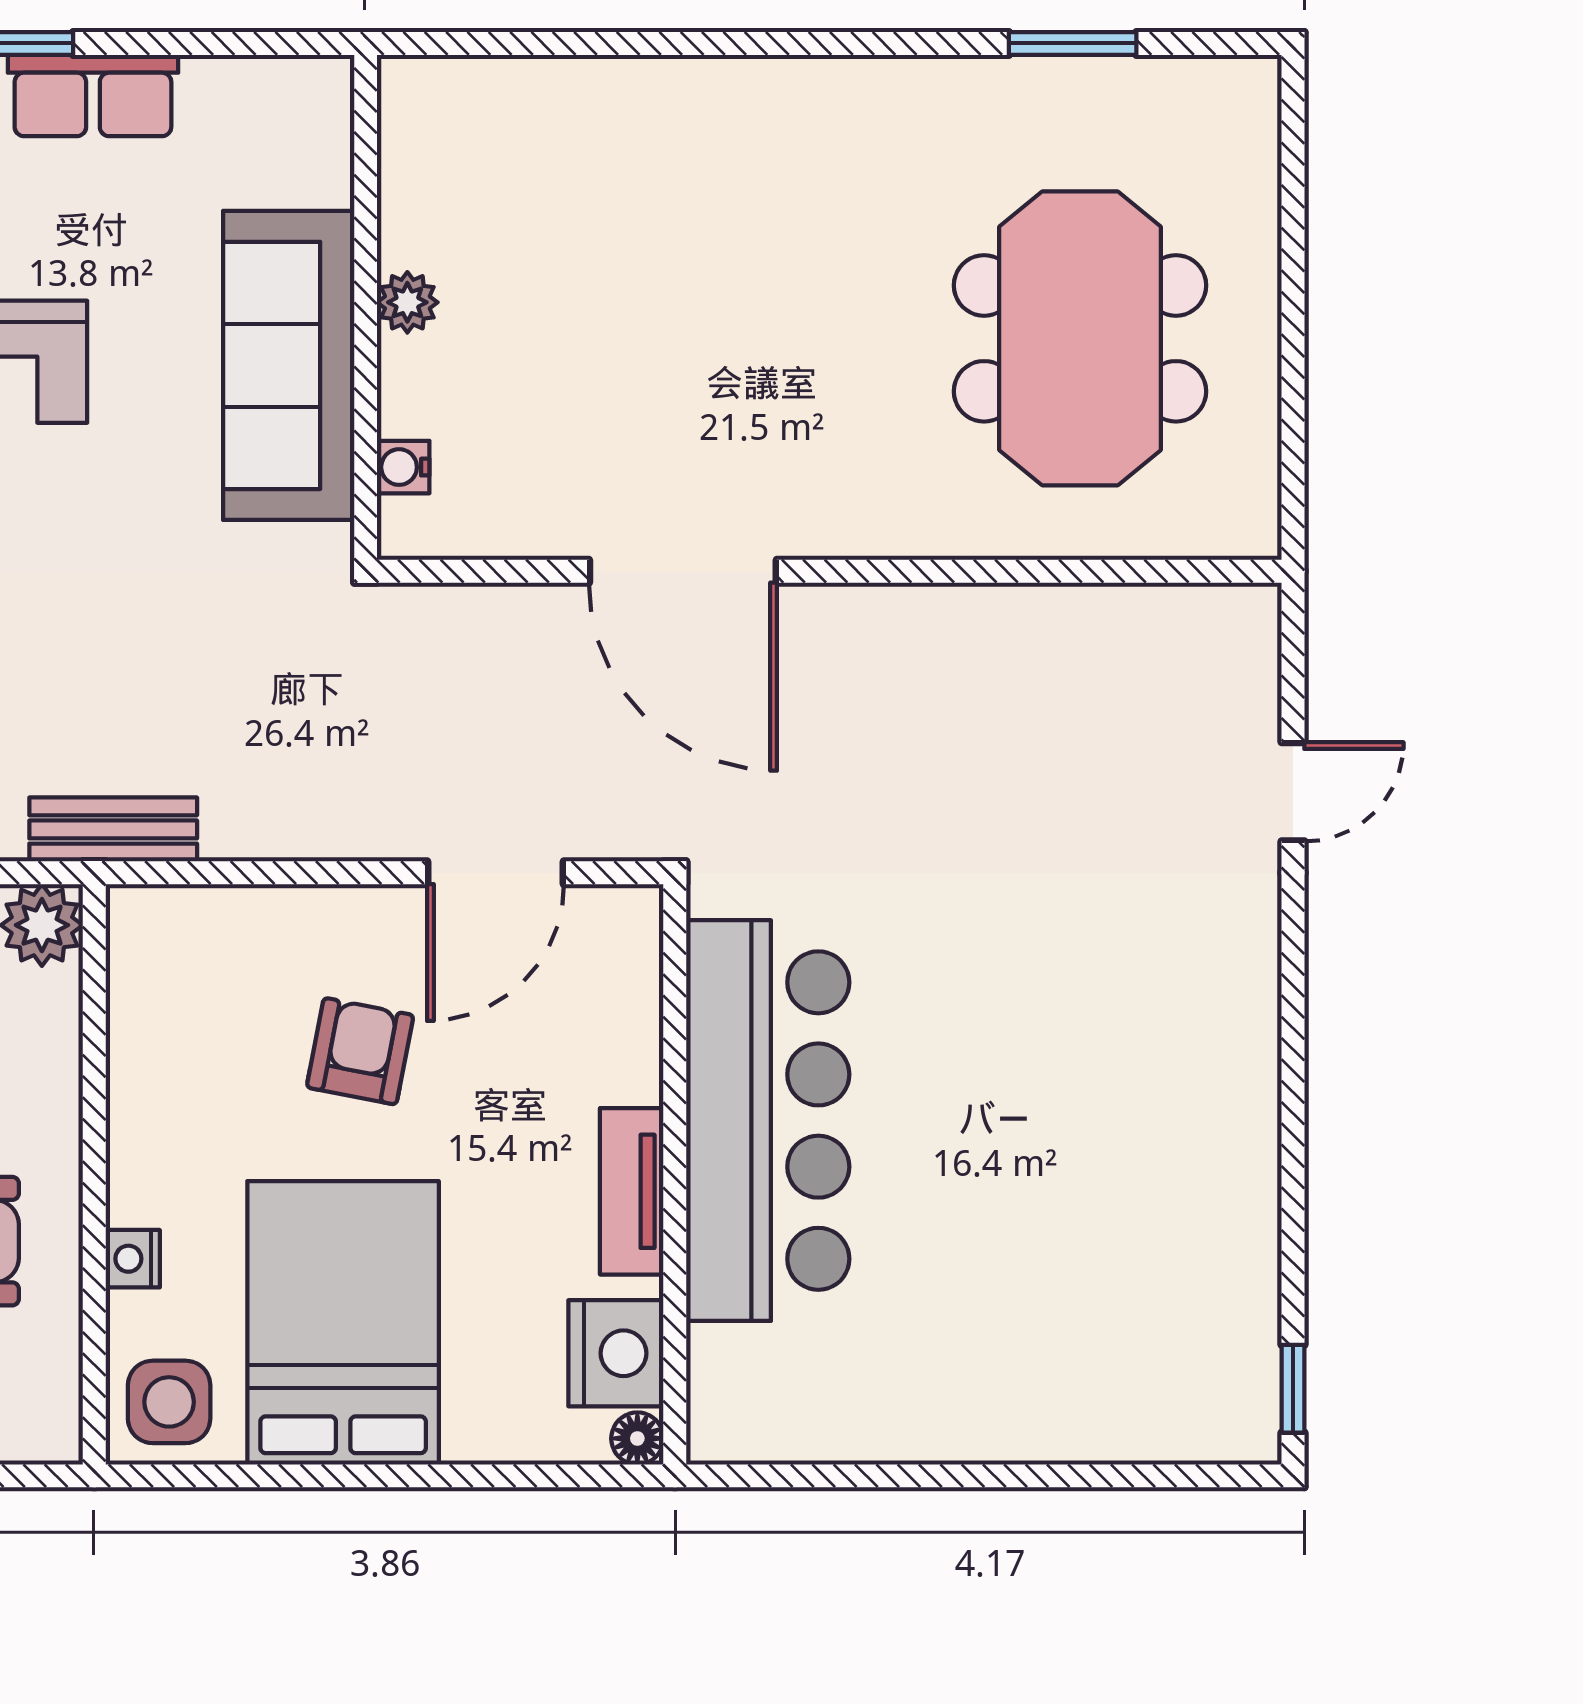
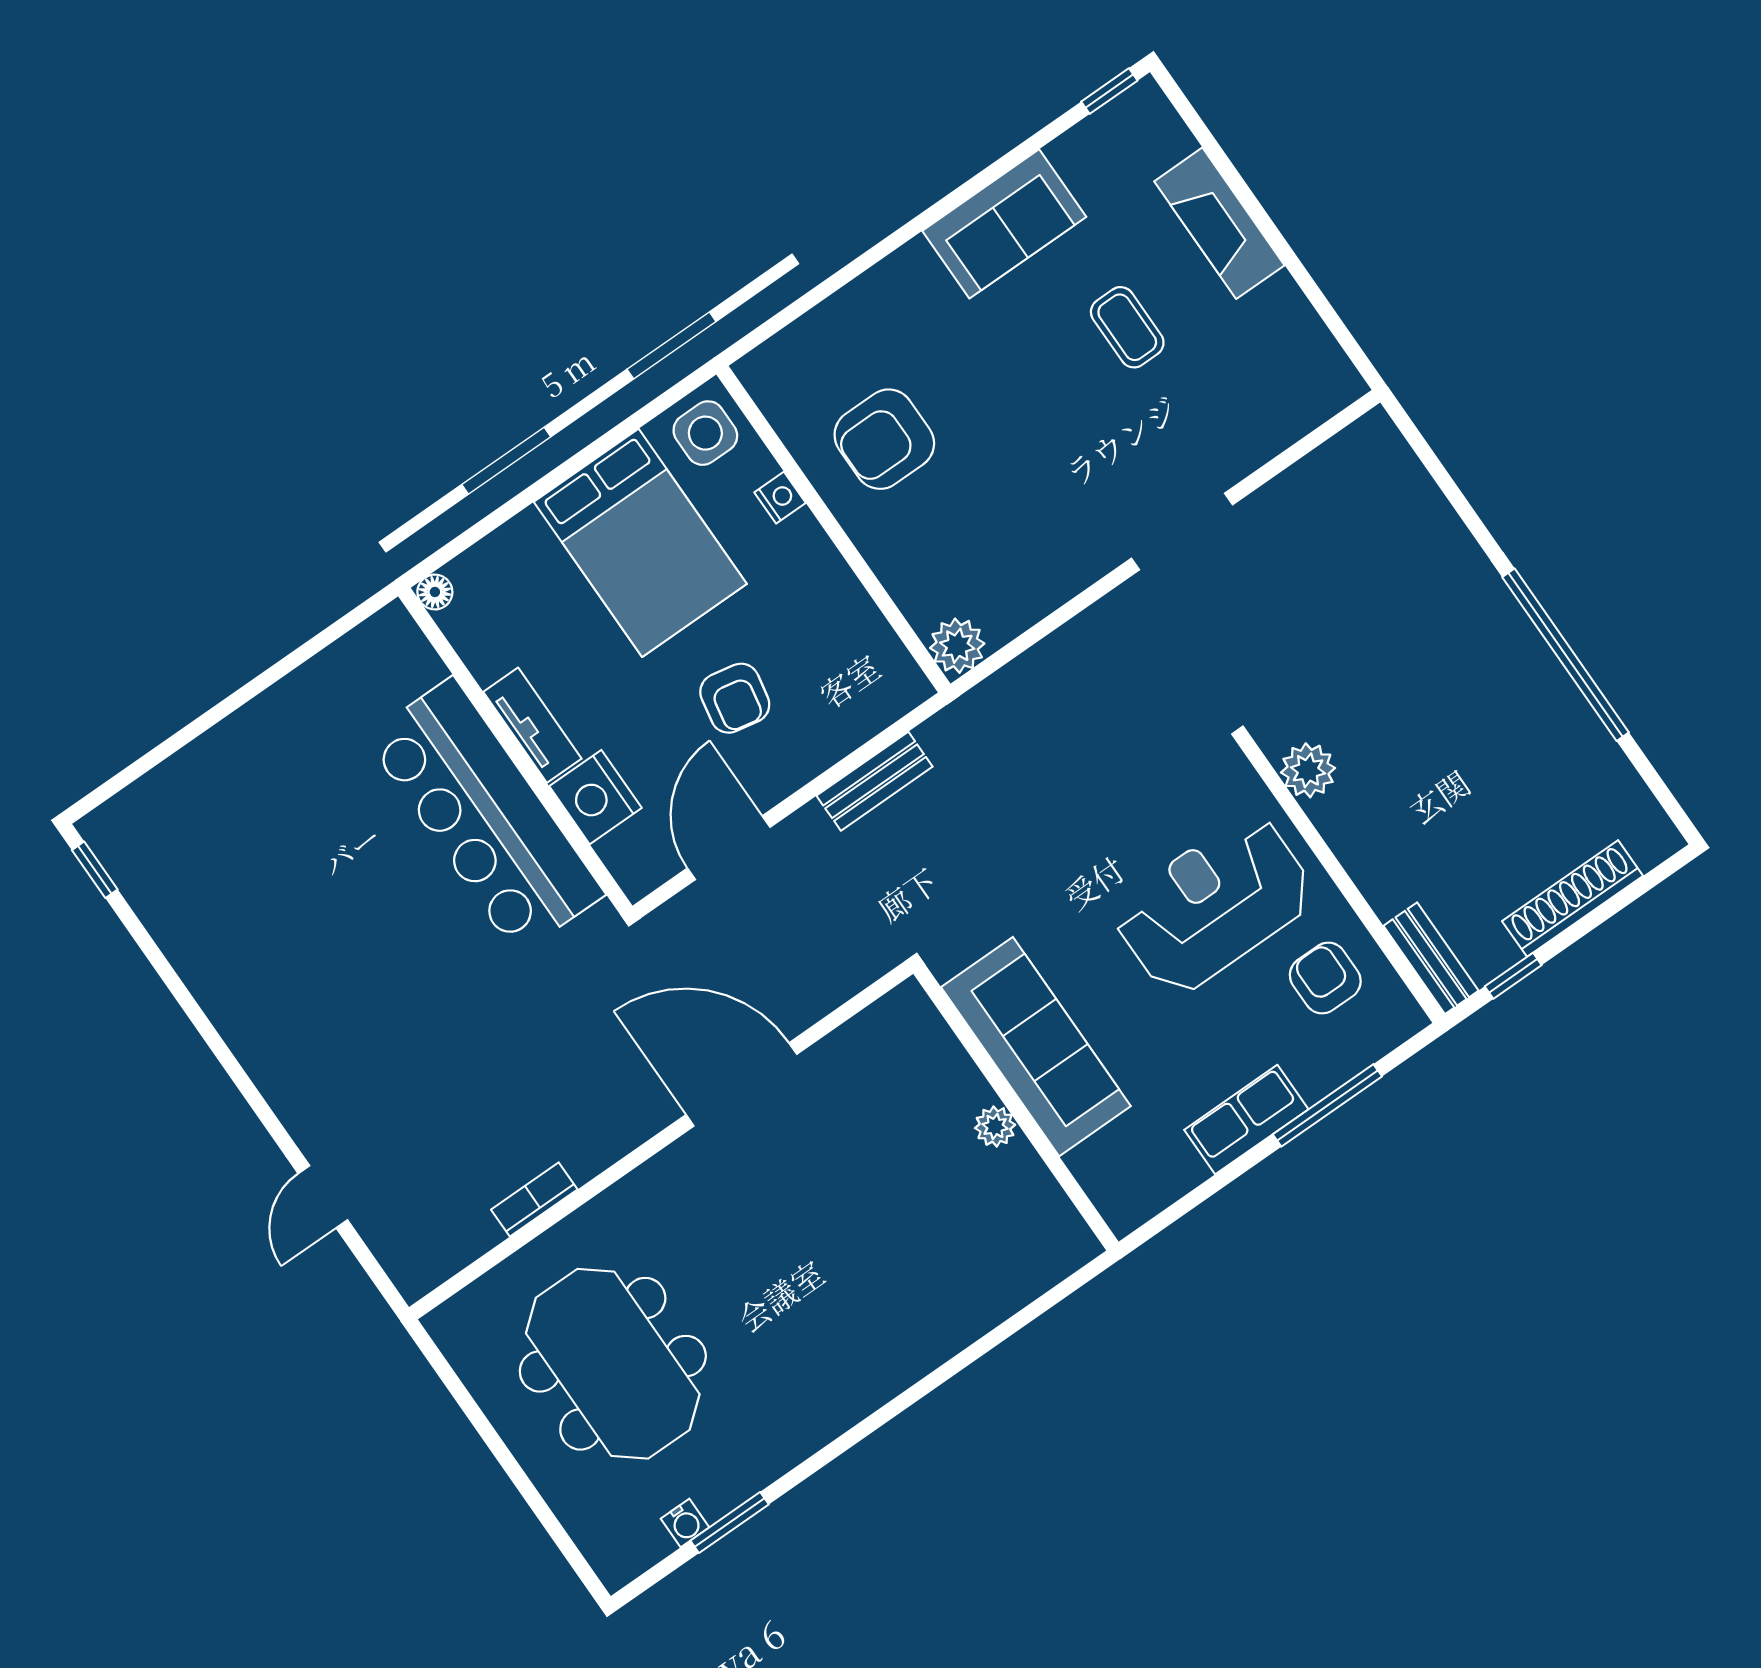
water cooler: (403, 467) -> (685, 1523), moved, turned 90
bookcase: (1036, 607) -> (534, 1200), added
bench: (113, 829) -> (875, 781), moved
nightstand: (616, 1353) -> (595, 797), moved

